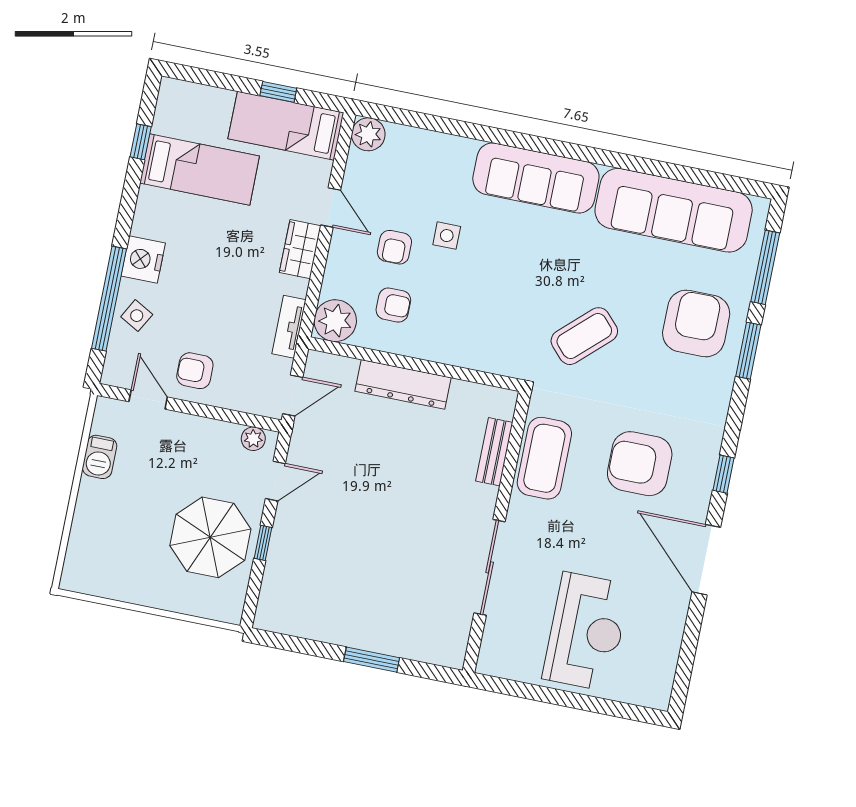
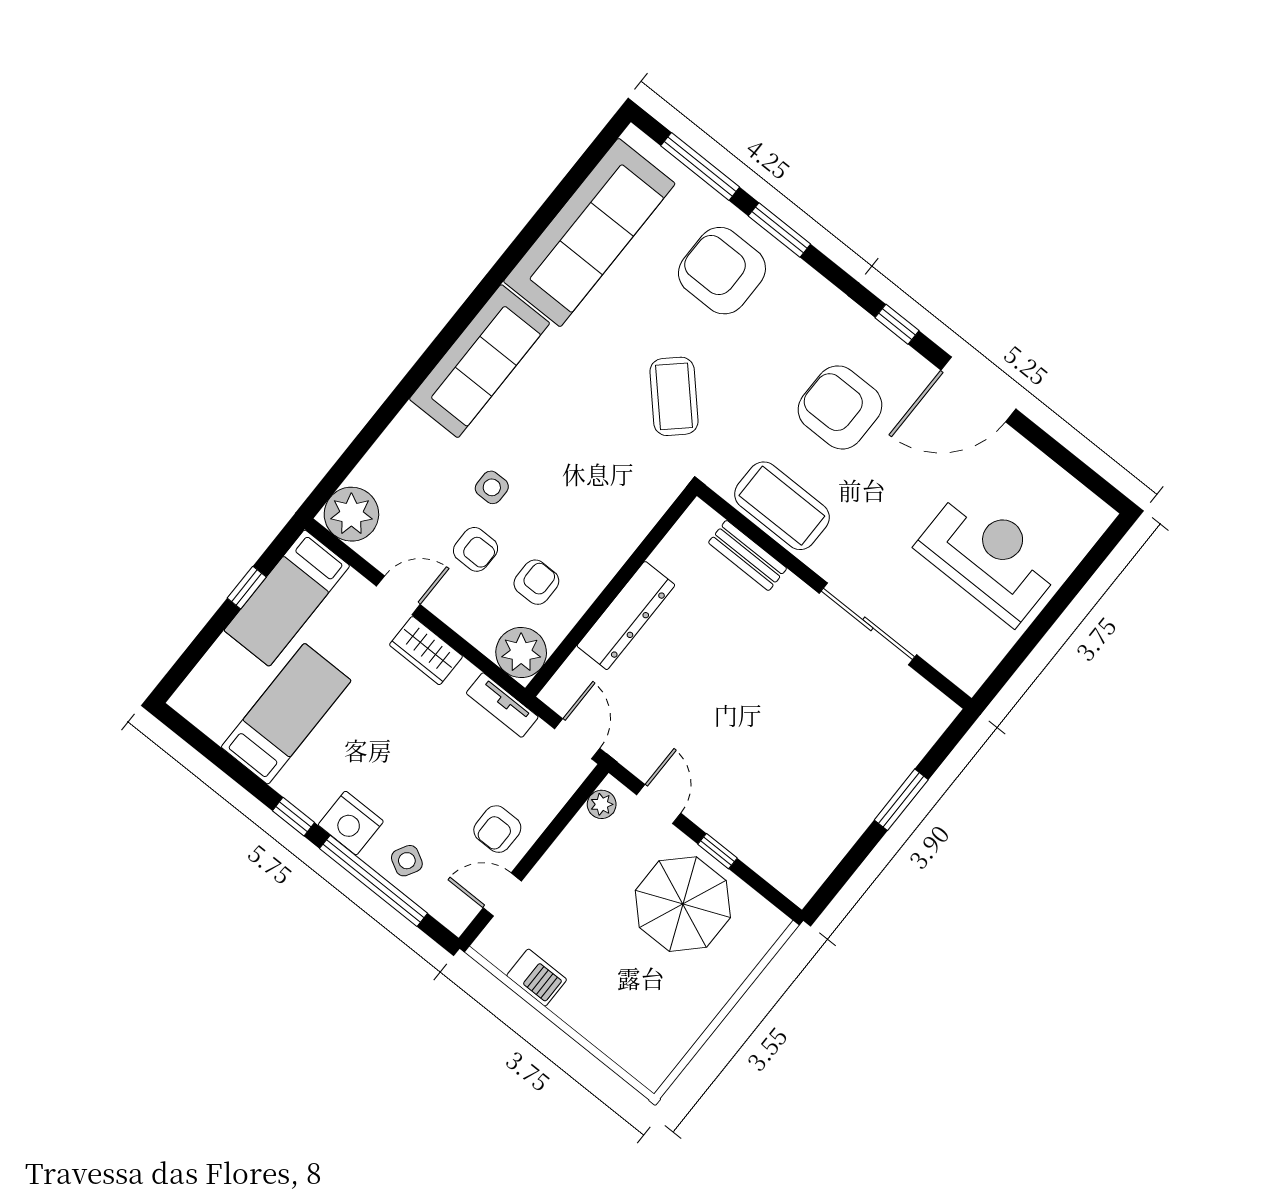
plant: (368, 134) -> (351, 514), width x1.36, depth x1.36
window: (141, 142) -> (293, 817), moved
armchair: (640, 464) -> (840, 407), turned 90

